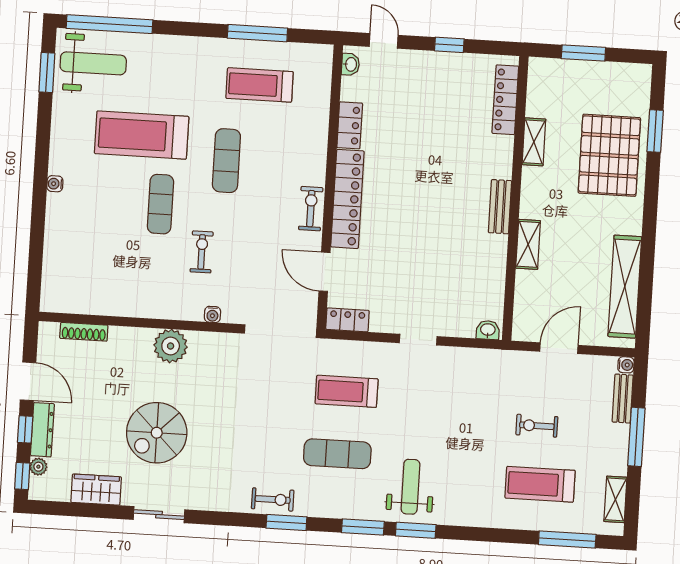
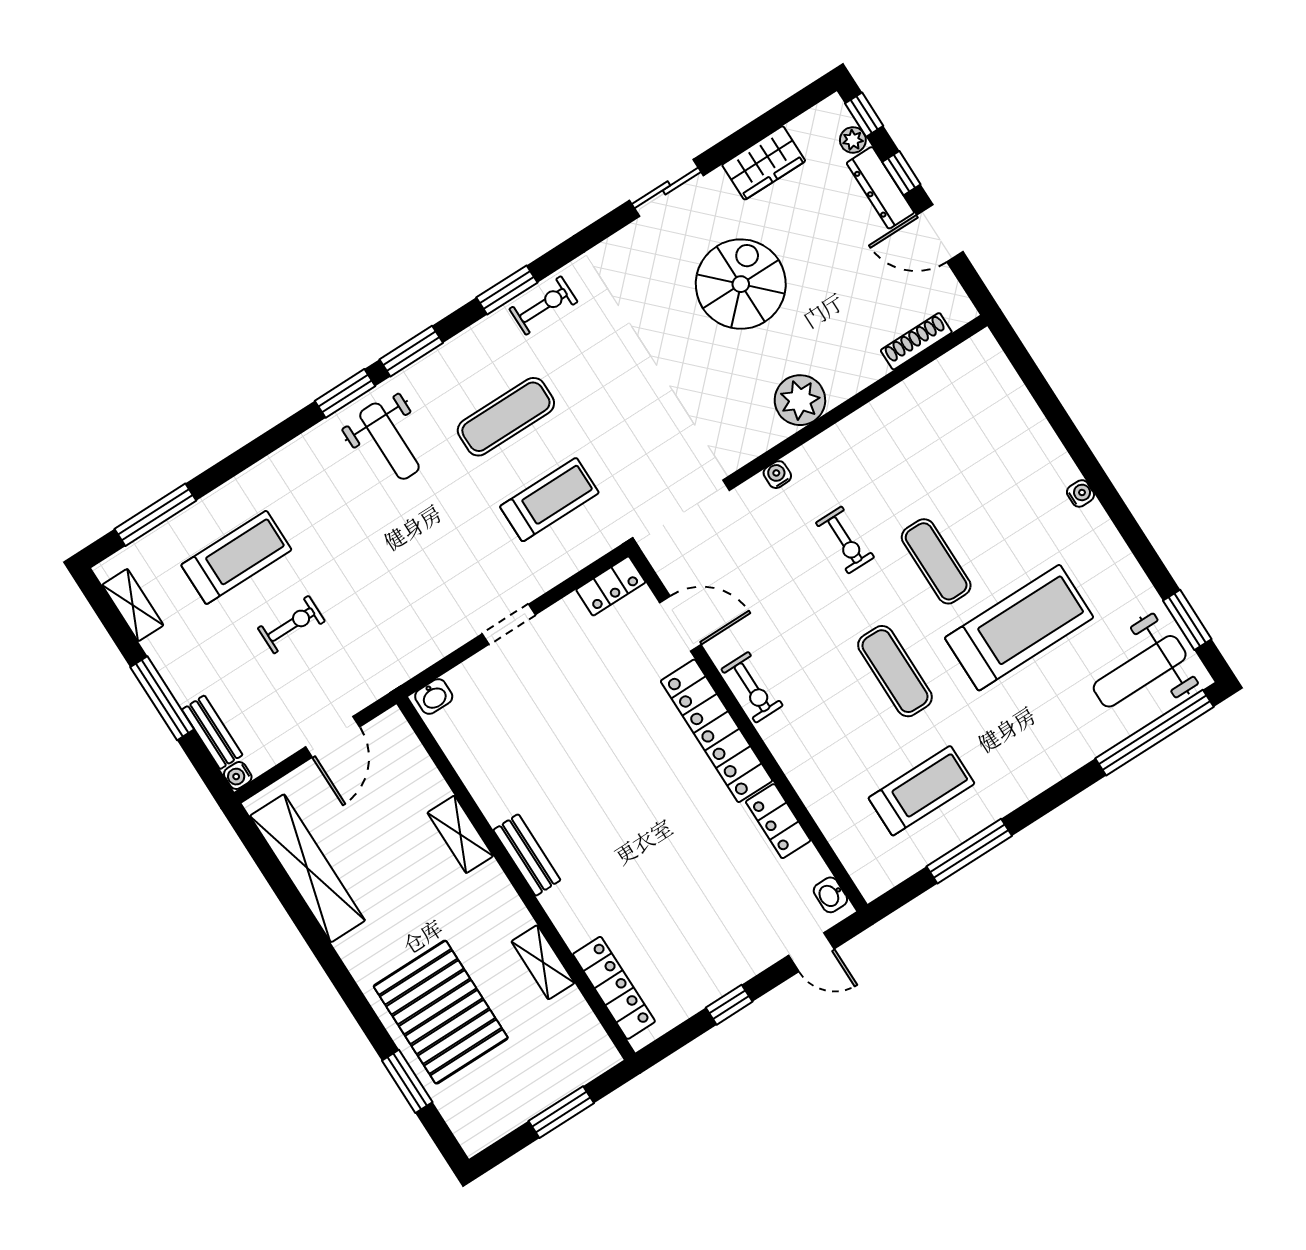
exercise bike: (273, 499) -> (543, 305), turned 180

